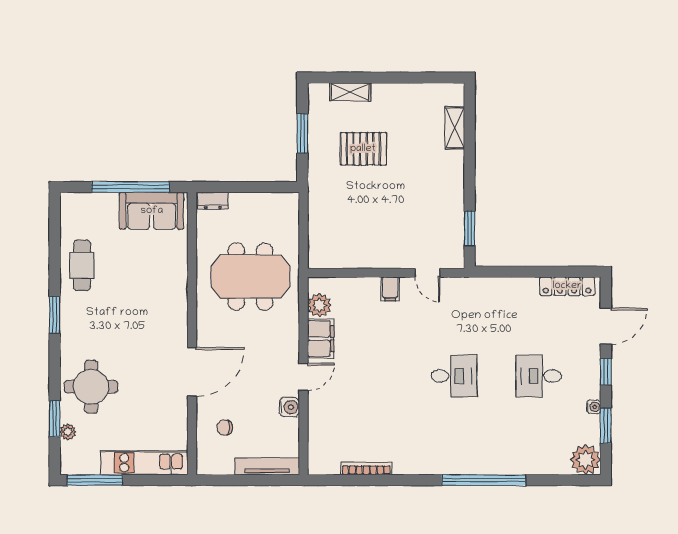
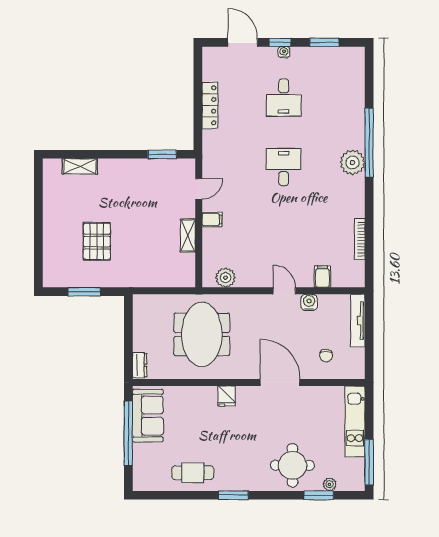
shelving: (350, 92) -> (188, 236), moved
locker: (567, 286) -> (210, 105), moved
fridge: (175, 306) -> (226, 396), added
filing cabinet: (321, 339) -> (322, 277), moved, width x0.50
water cooler: (594, 407) -> (284, 52), moved
plant: (585, 460) -> (352, 162), moved

